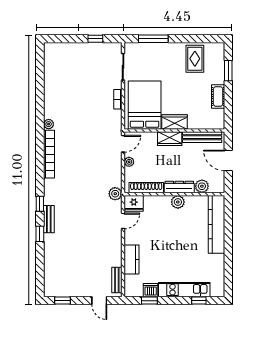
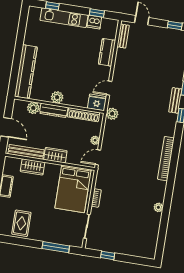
wardrobe: (174, 122) -> (33, 167), moved
plant: (49, 124) -> (158, 207), moved

